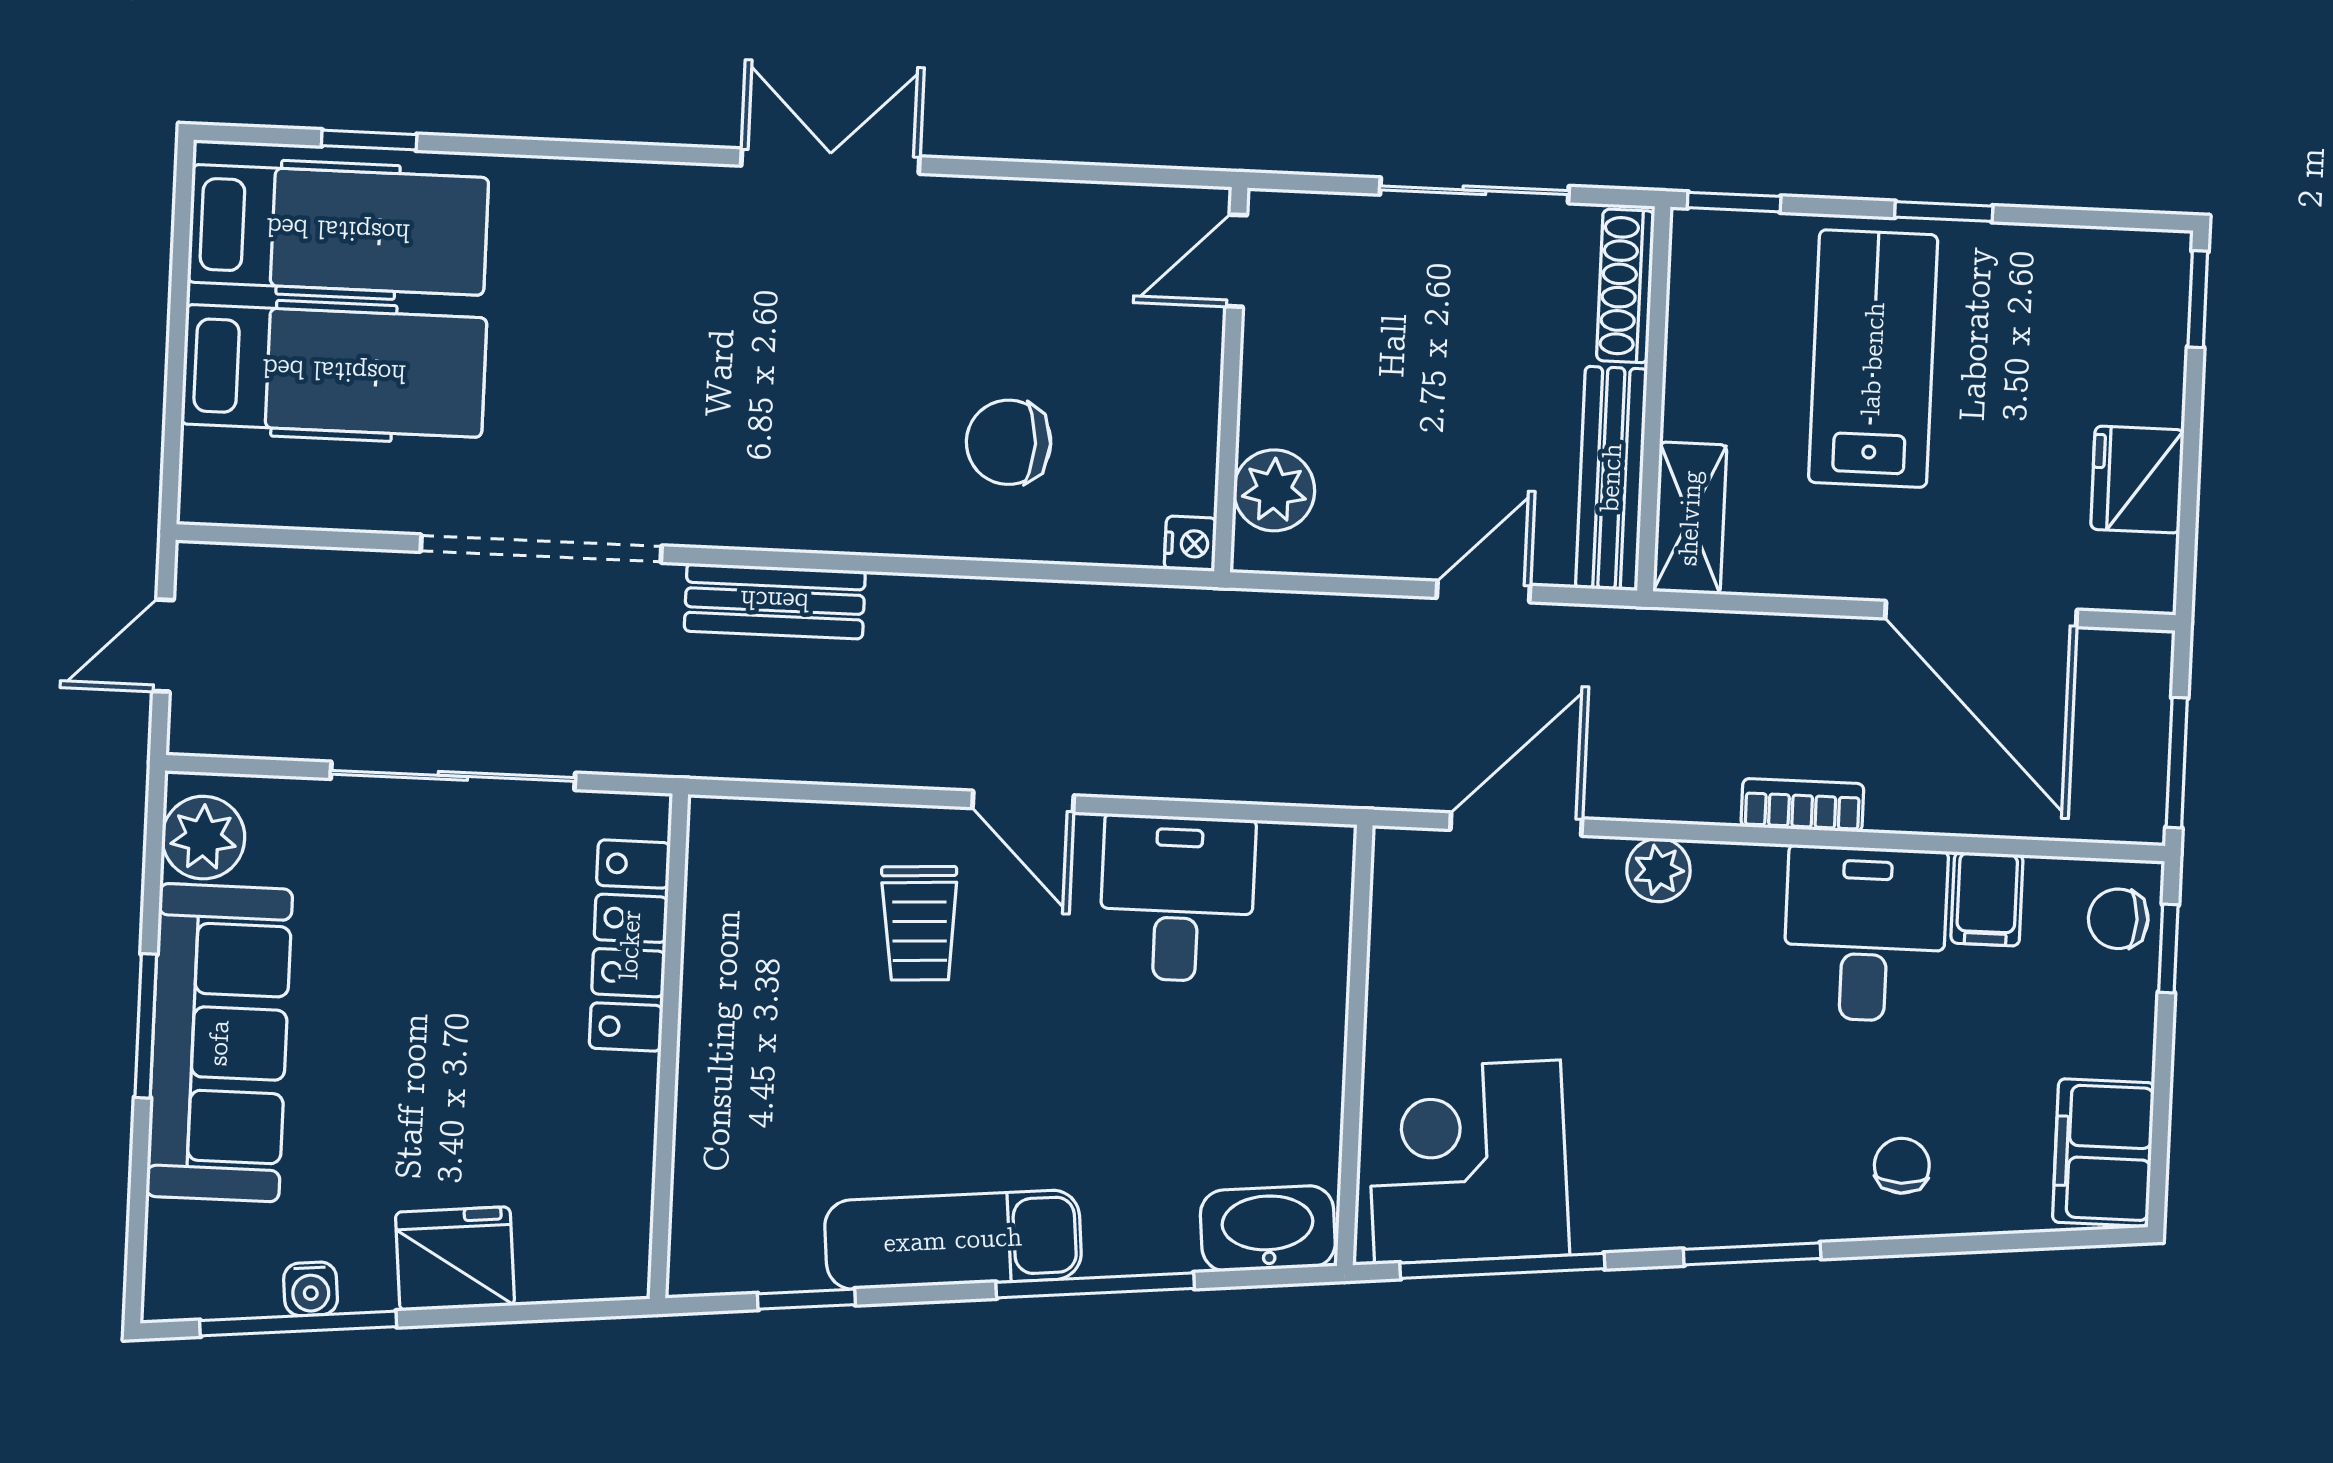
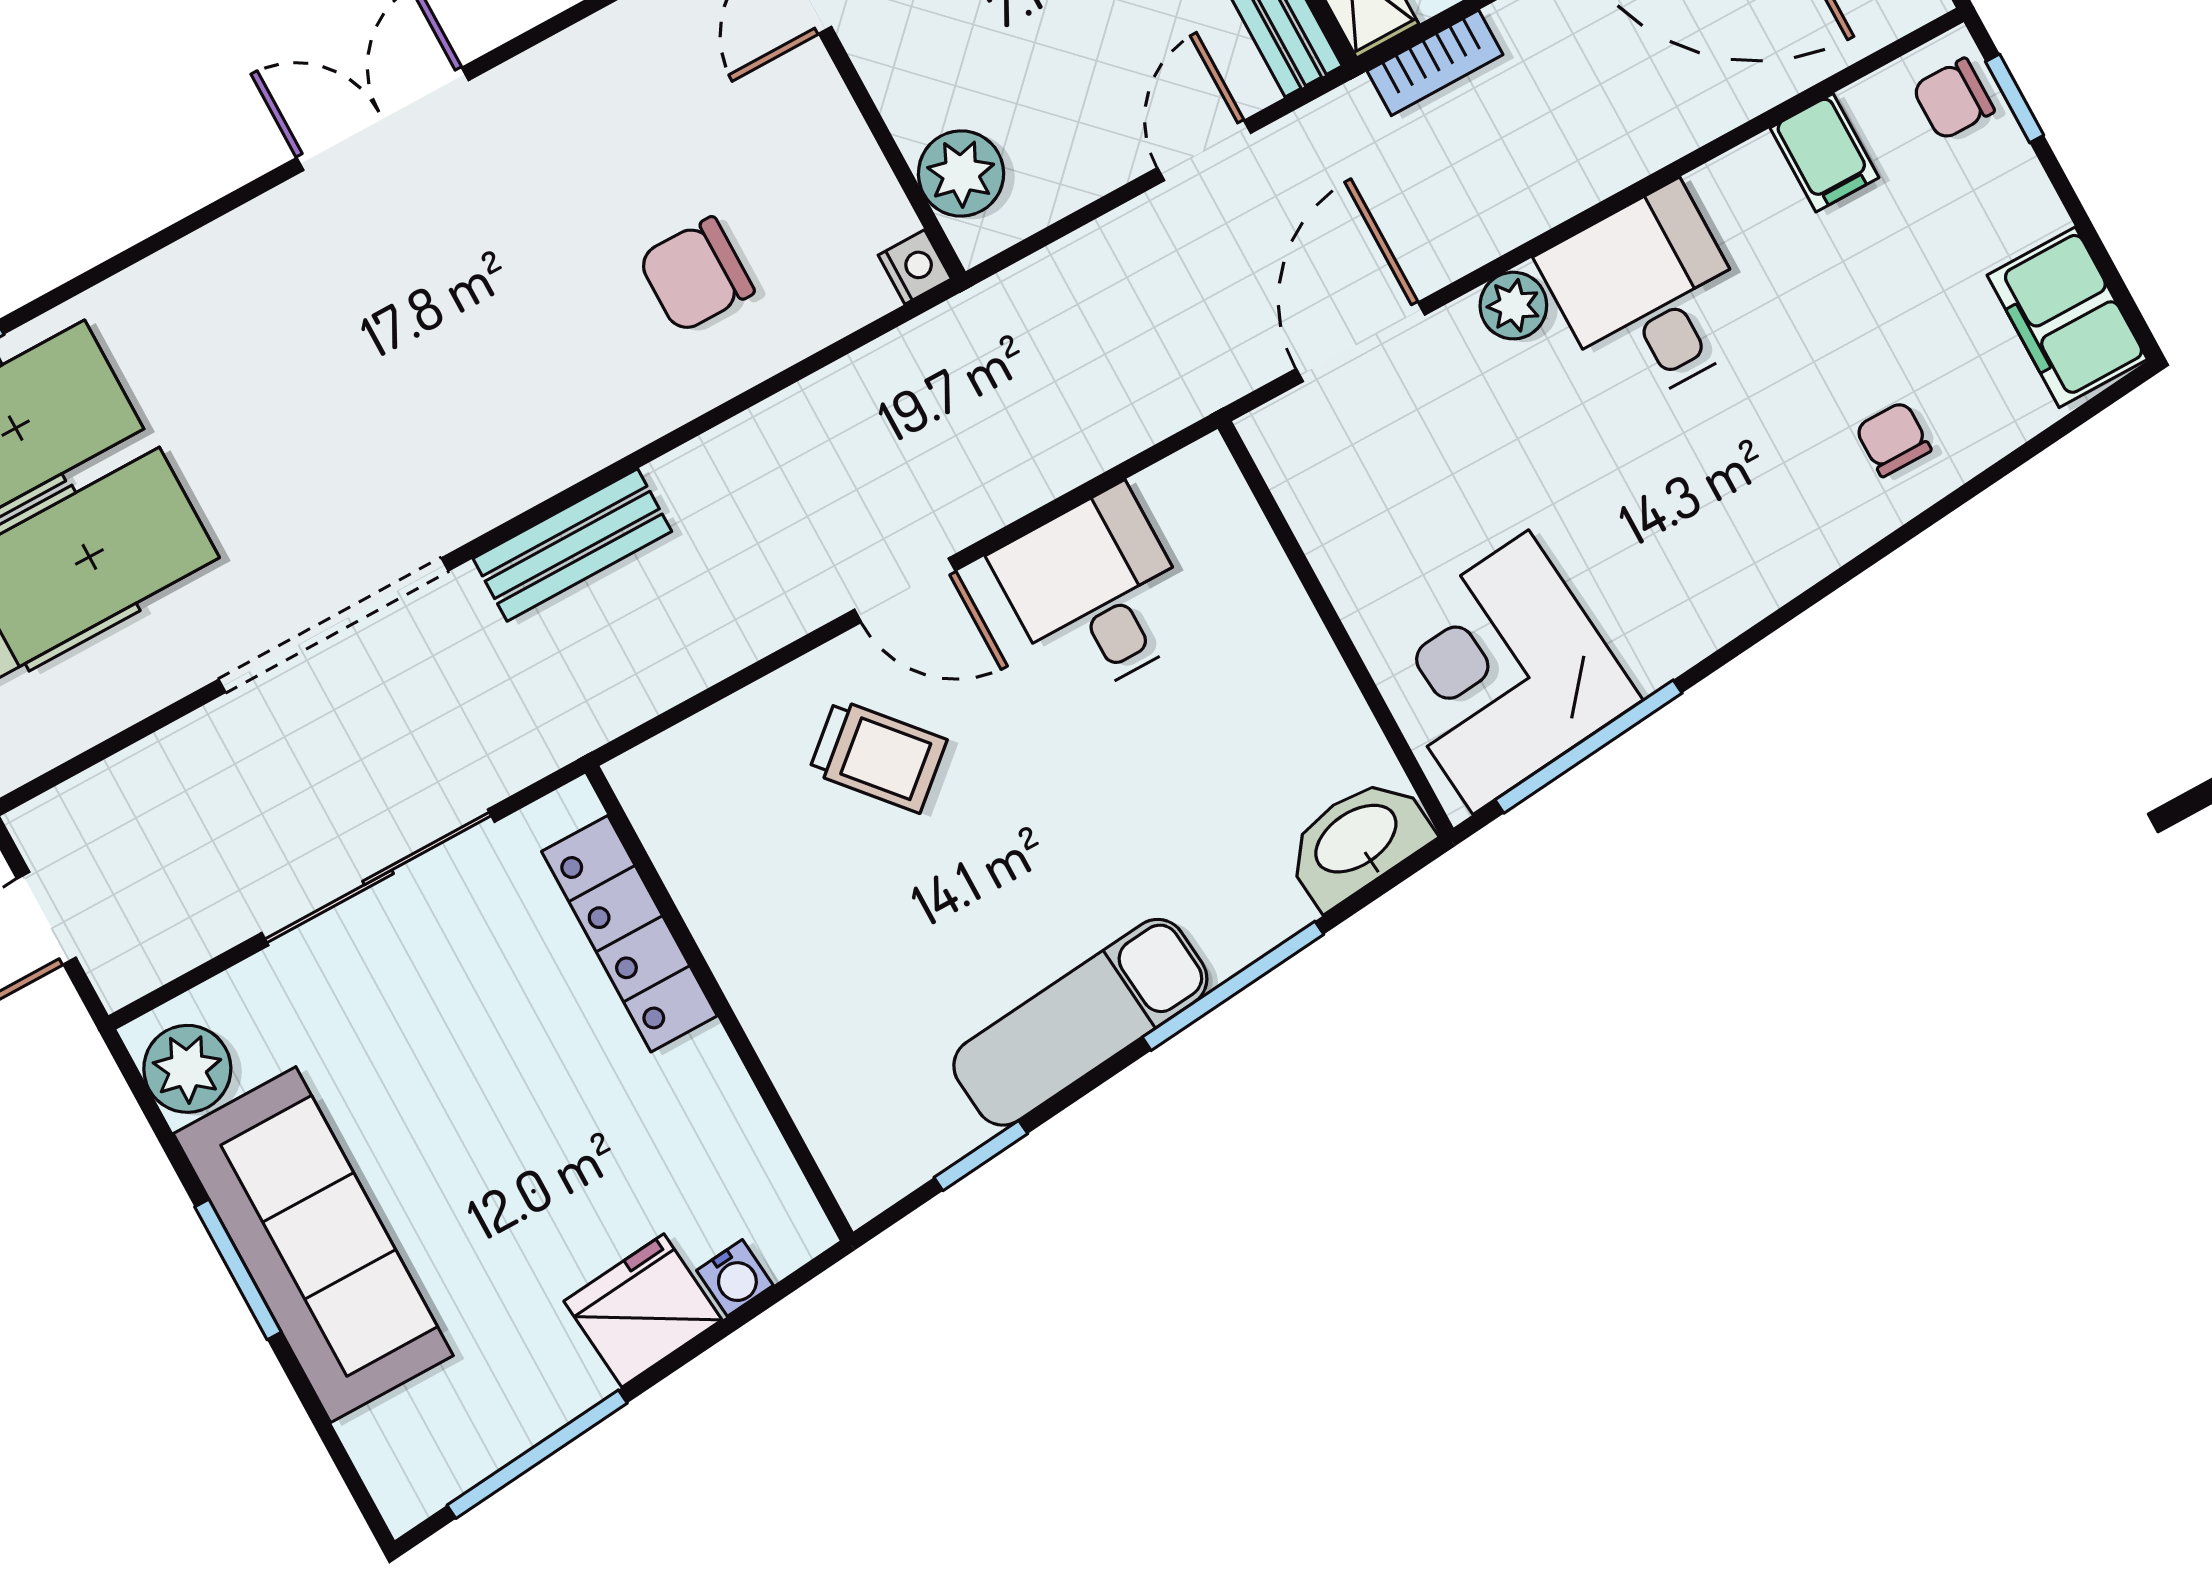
bookcase: (1802, 805) -> (1435, 63), moved, turned 180
trolley: (920, 923) -> (878, 756), turned -38
desk: (1865, 934) -> (1649, 296), moved
window: (1752, 1254) -> (1807, 600), removed
water cooler: (311, 1289) -> (735, 1278), moved

